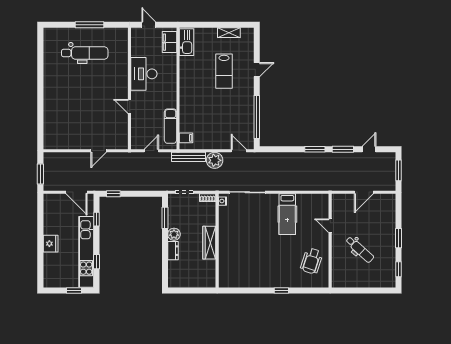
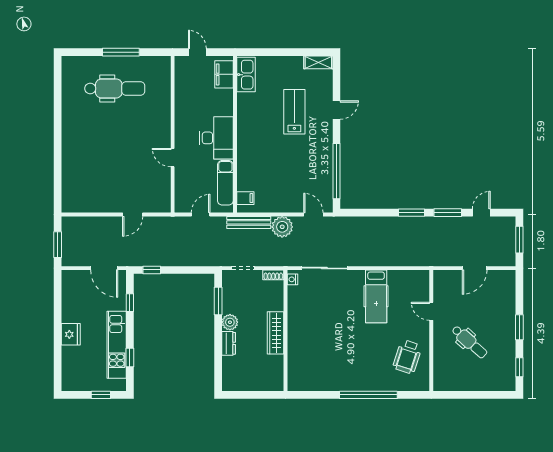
shelving: (229, 33) -> (318, 62), moved
lab bench: (224, 71) -> (294, 112), turned 180
desk: (144, 74) -> (216, 138), moved, turned 180
kitchen unit: (86, 252) -> (117, 345), width x0.73
window: (281, 291) -> (368, 395), width x3.17

